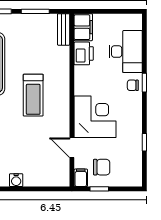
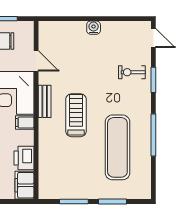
bench: (64, 29) -> (45, 101), moved
filing cabinet: (81, 178) -> (25, 122), moved, turned 90

